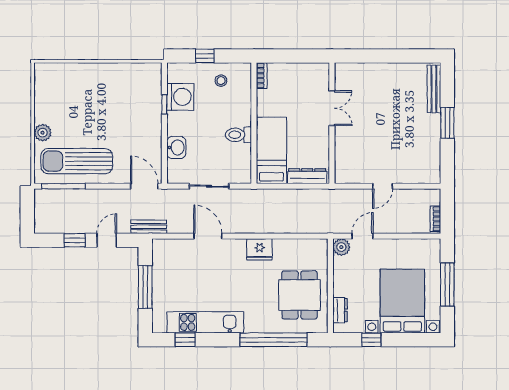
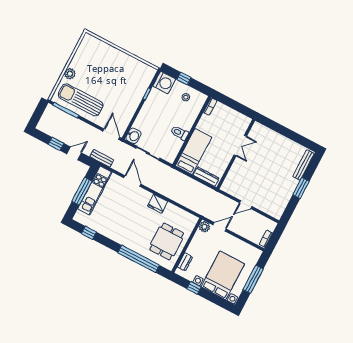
washing machine: (180, 97) -> (164, 83), moved
washbasin: (176, 147) -> (133, 136), moved
kitchen unit: (205, 322) -> (95, 191), moved, turned 90

